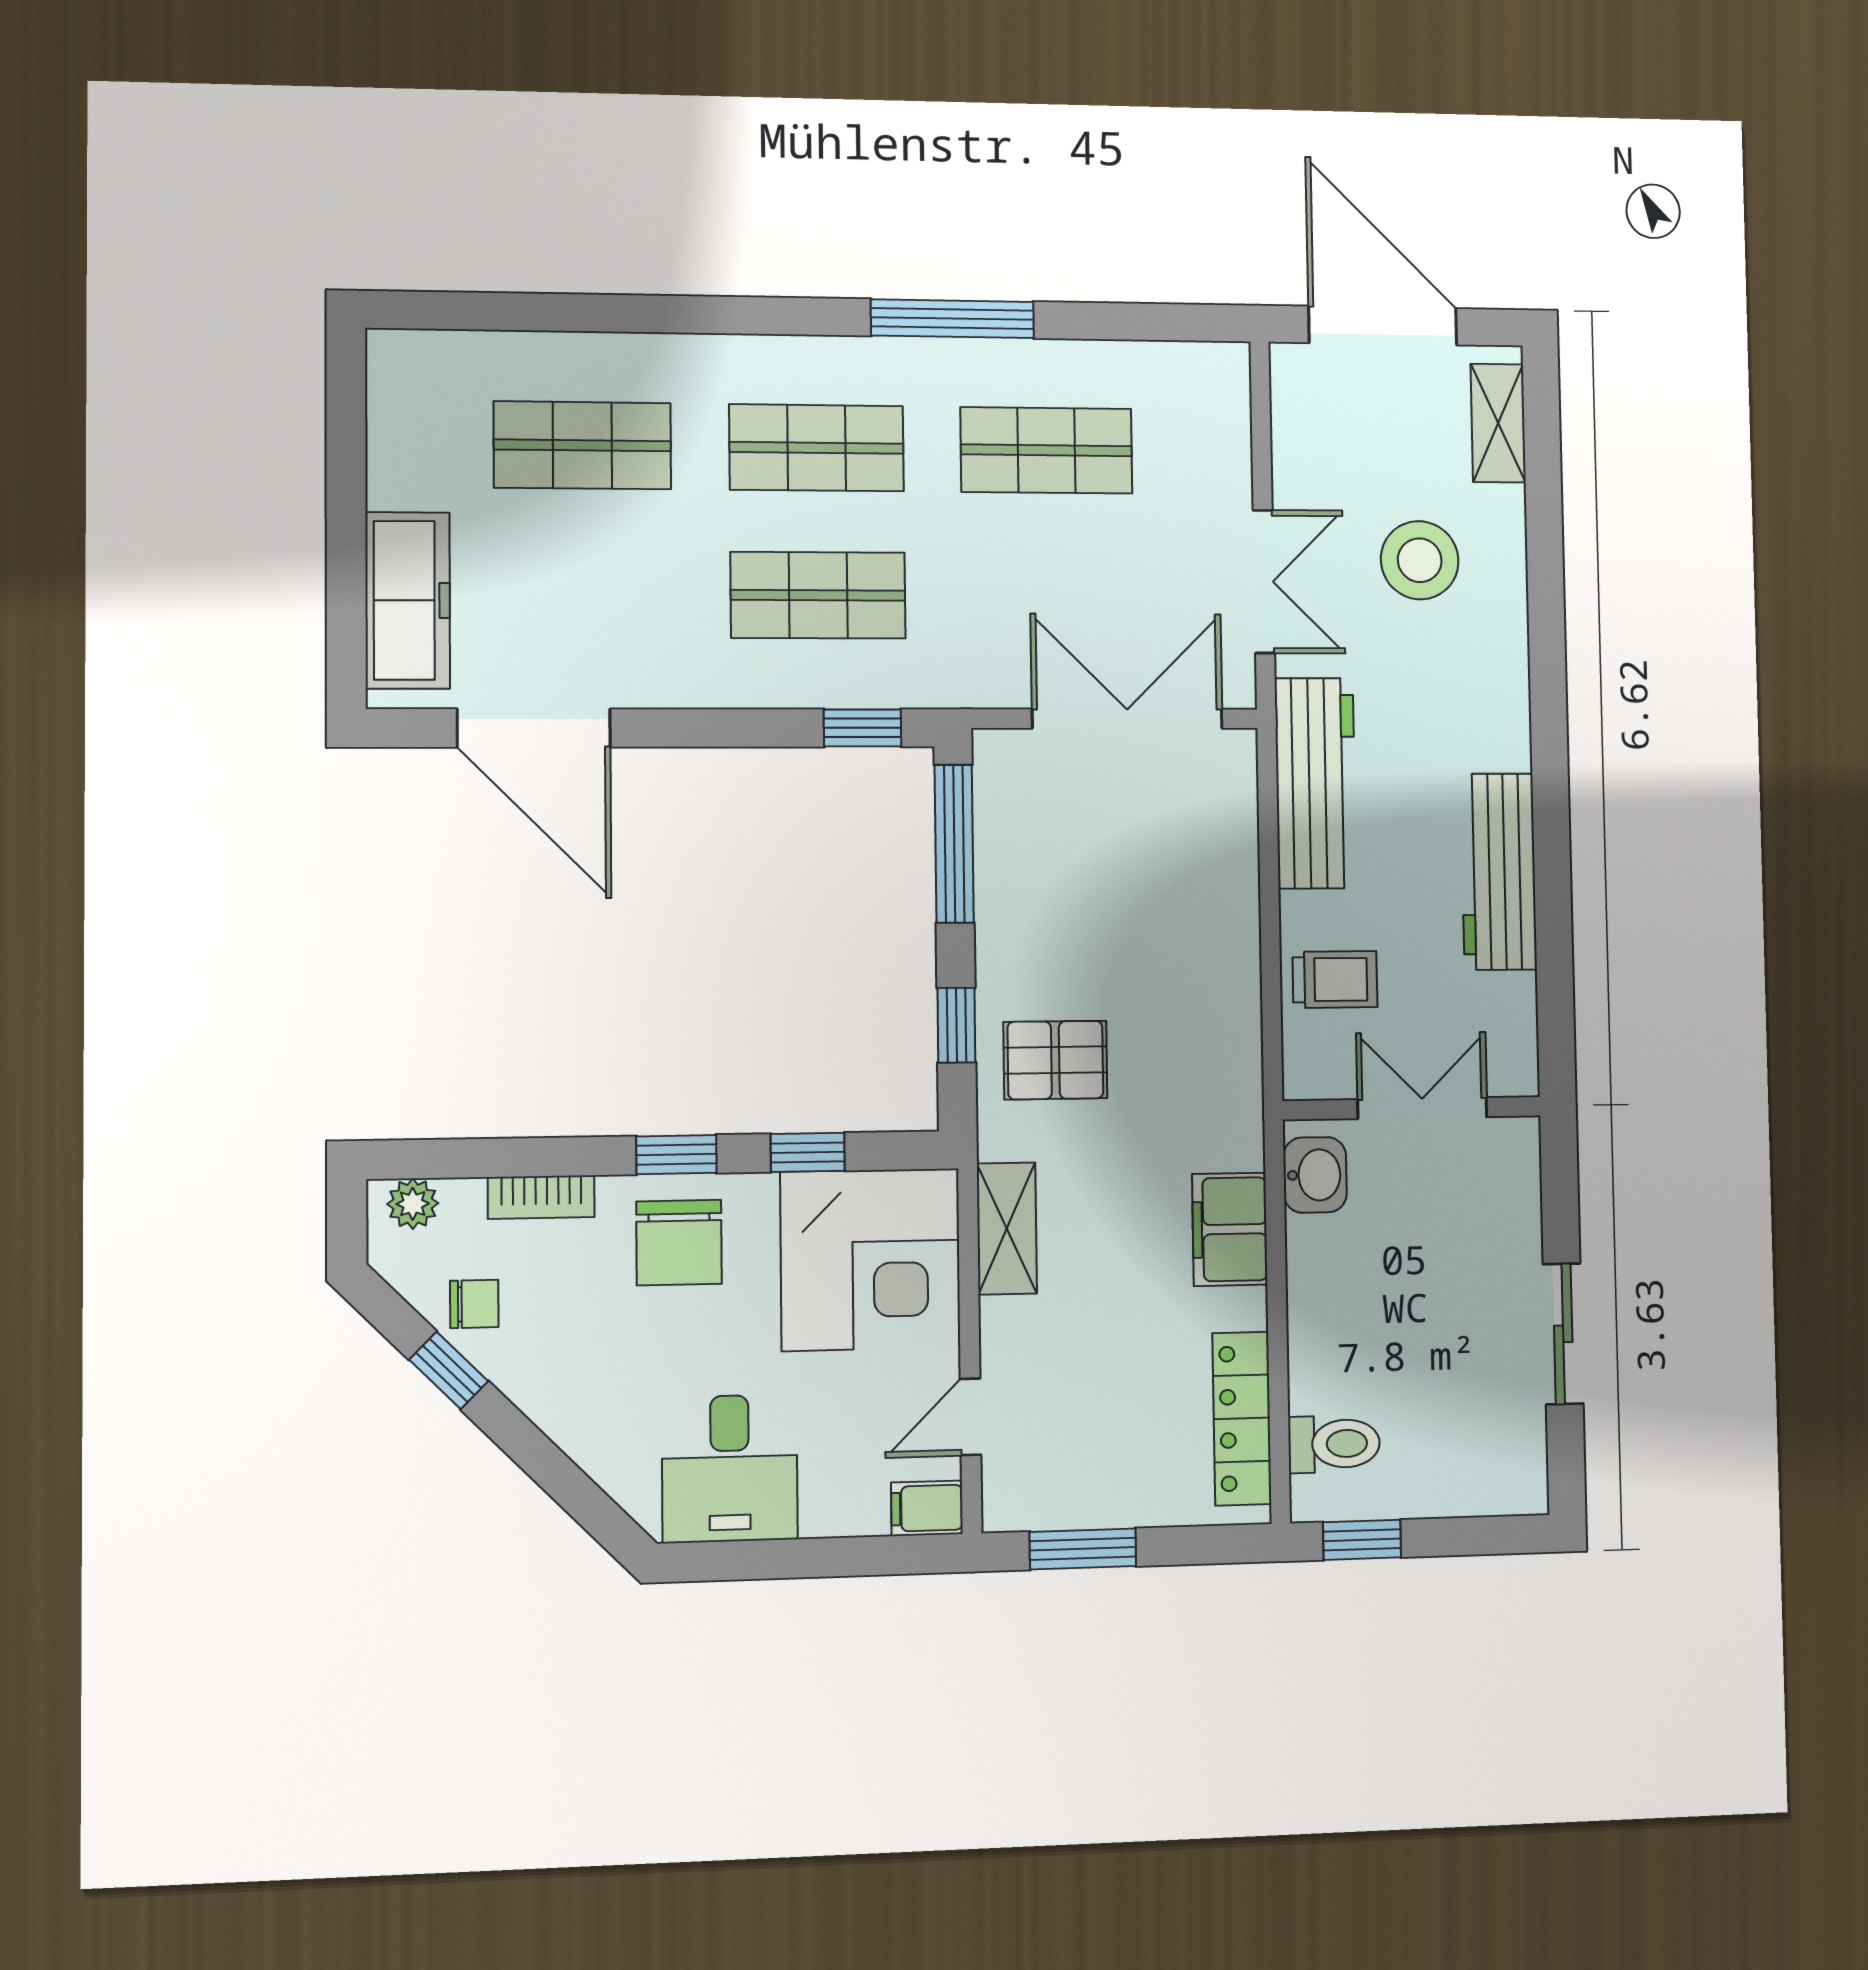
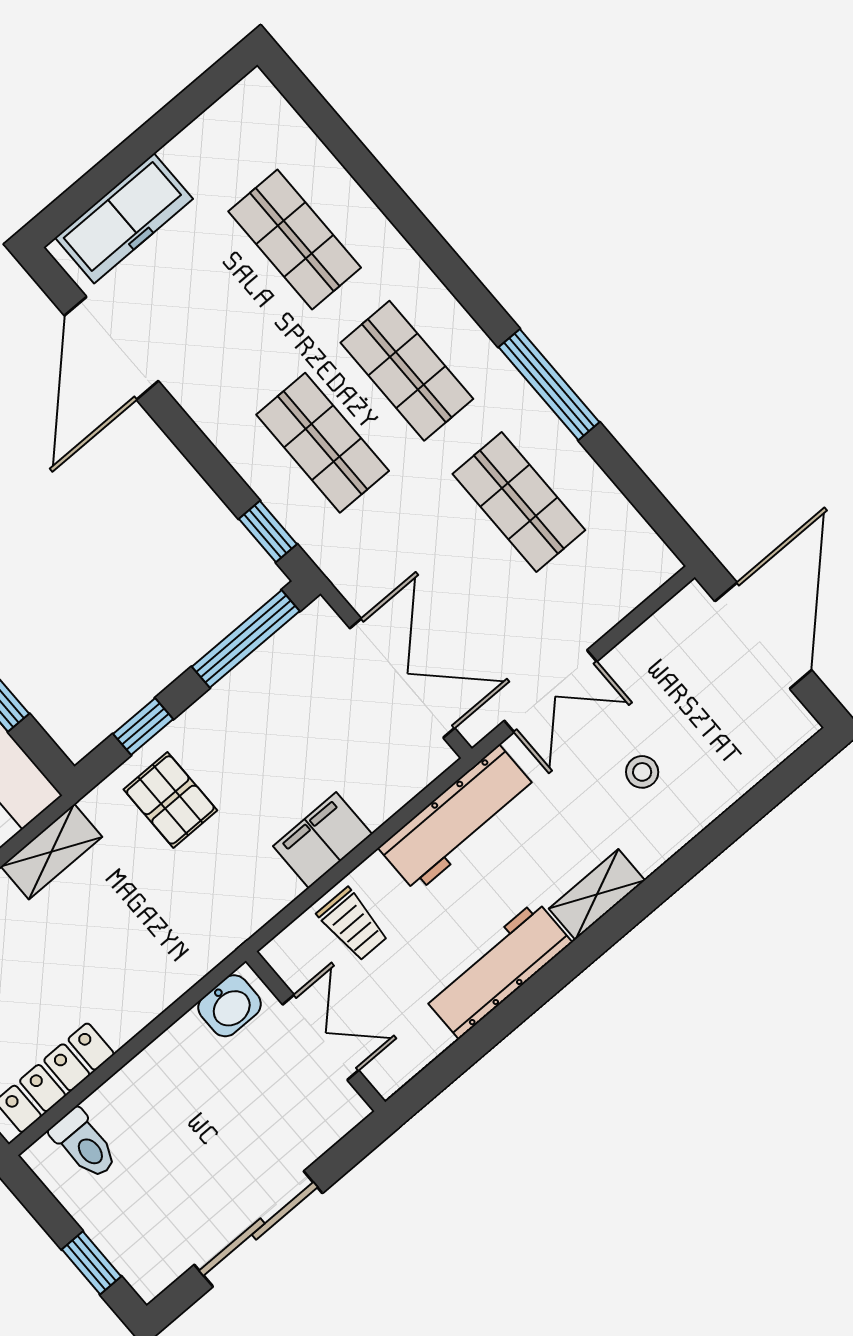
shelving: (1498, 423) -> (597, 894), moved
stool: (1420, 560) -> (642, 772), width x0.53, depth x0.53
filing cabinet: (1230, 1229) -> (323, 840), moved
sliding door: (1563, 1334) -> (258, 1229), width x1.37
window: (1362, 1540) -> (91, 1263), moved

